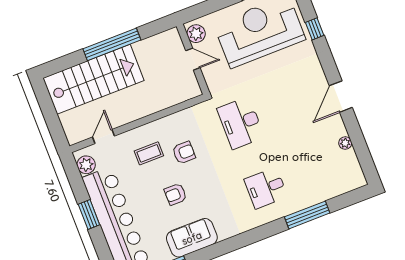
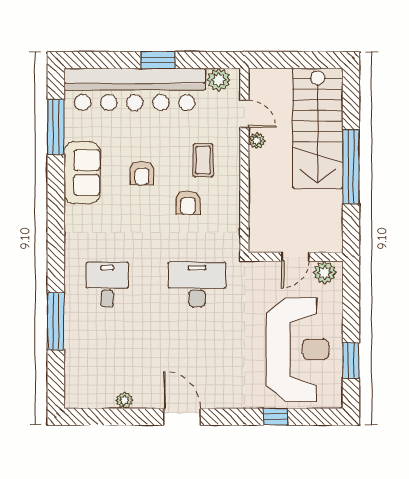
plant: (120, 120) -> (257, 141), added
armchair: (175, 194) -> (142, 173), turned 180

